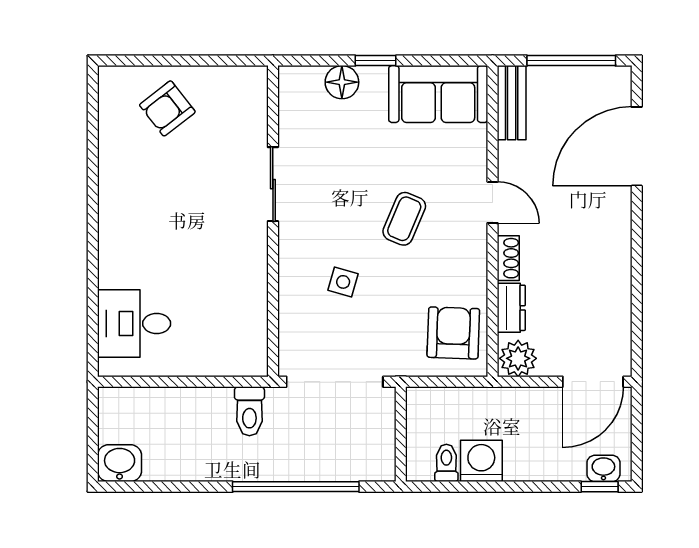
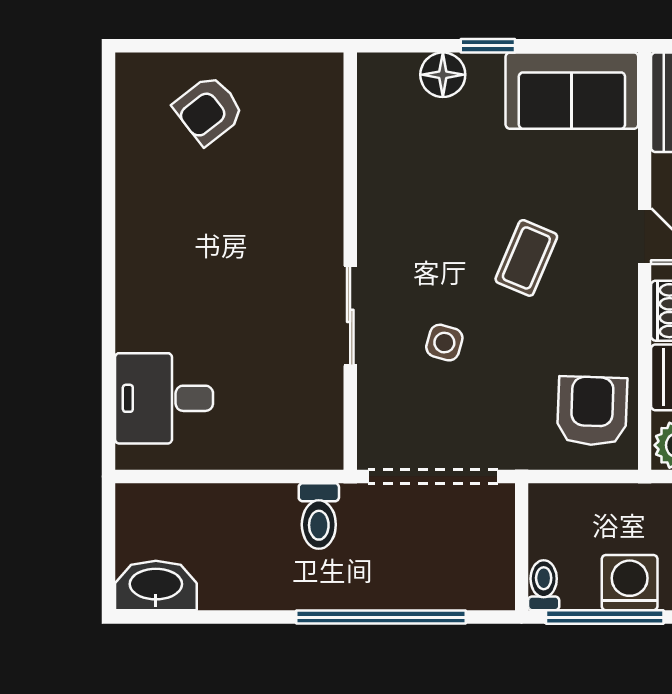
sliding door: (273, 184) -> (350, 316), moved
washbasin: (120, 463) -> (156, 586), width x1.38
toilet: (446, 463) -> (544, 585), moved
window: (463, 487) -> (605, 617), added

